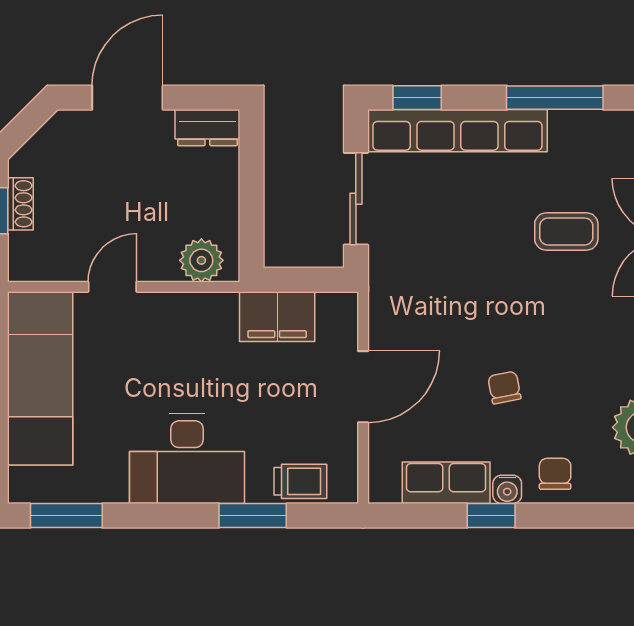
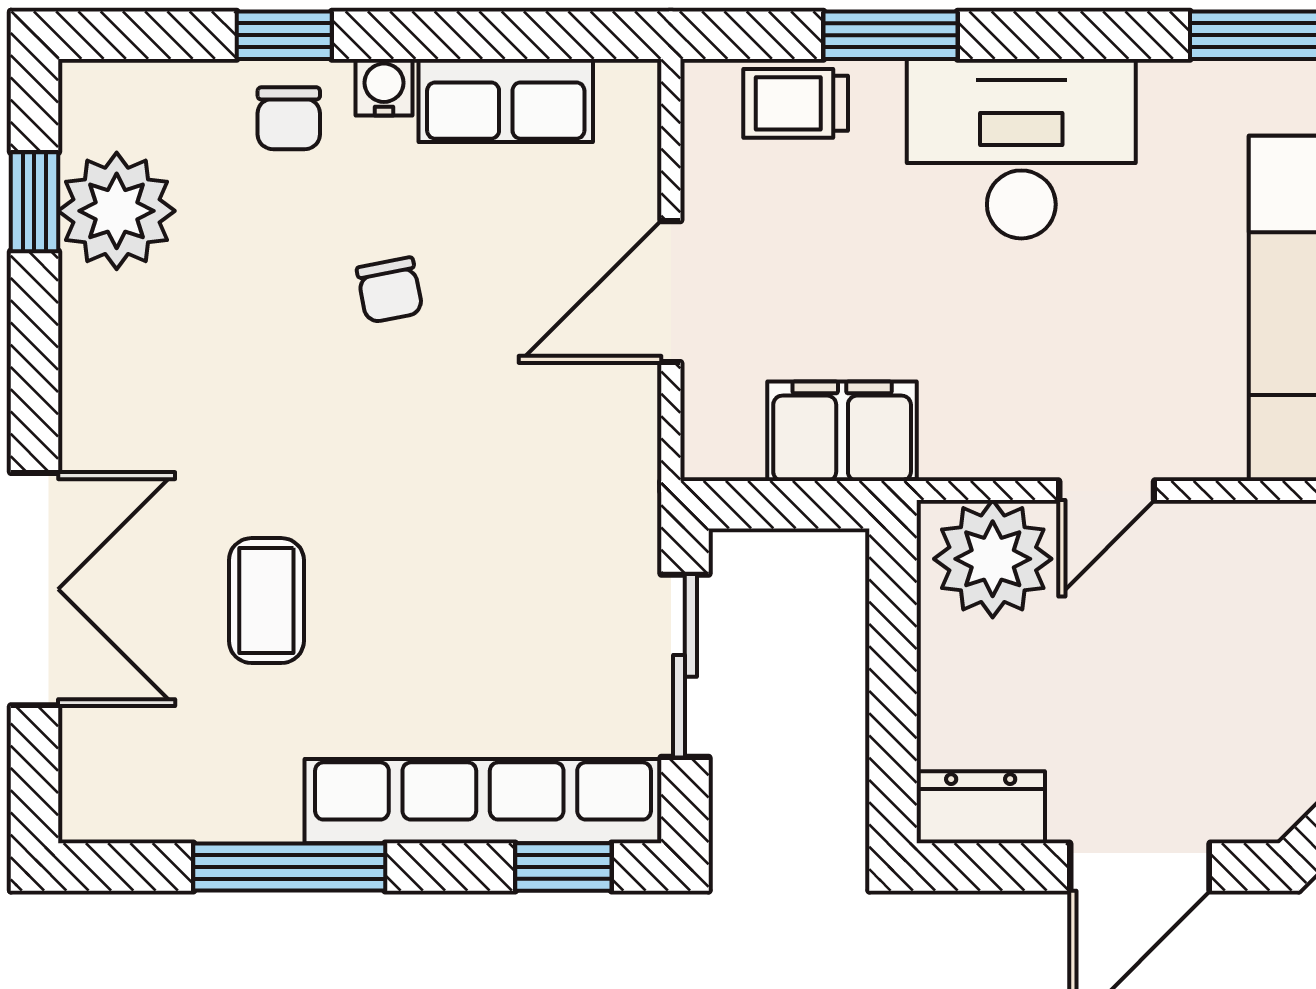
coffee table: (566, 231) -> (266, 601), turned 90
plant: (201, 260) -> (993, 559), width x1.36, depth x1.36
door: (112, 287) -> (1107, 491), moved
window: (491, 516) -> (284, 35), moved

